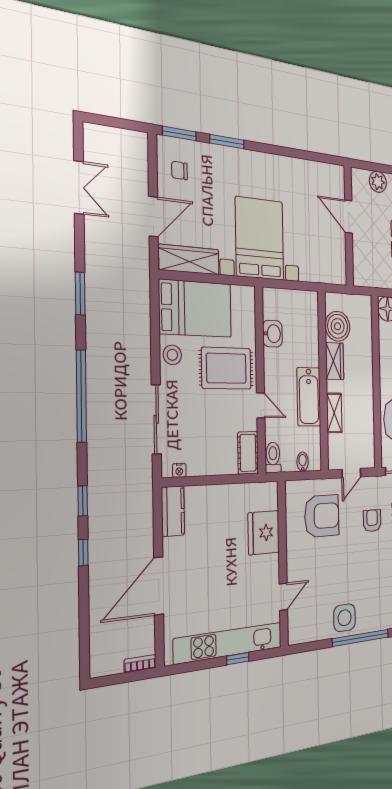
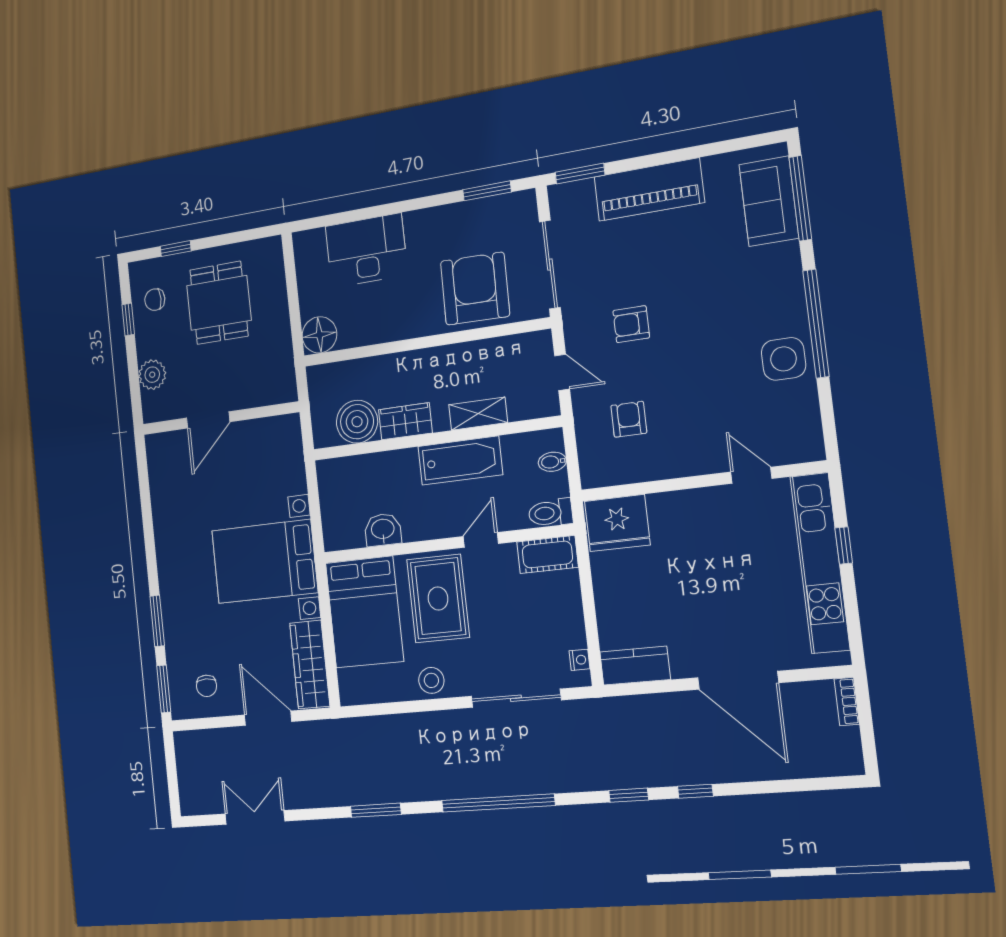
bed: (195, 309) -> (364, 612), moved, turned 180
armchair: (322, 516) -> (629, 419), width x0.53, depth x0.53
fridge: (264, 533) -> (617, 523), moved

